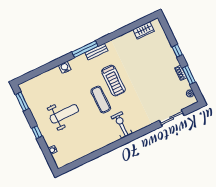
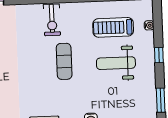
treadmill: (113, 81) -> (113, 27), moved, turned -90

